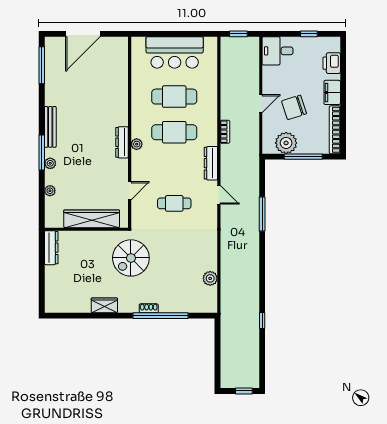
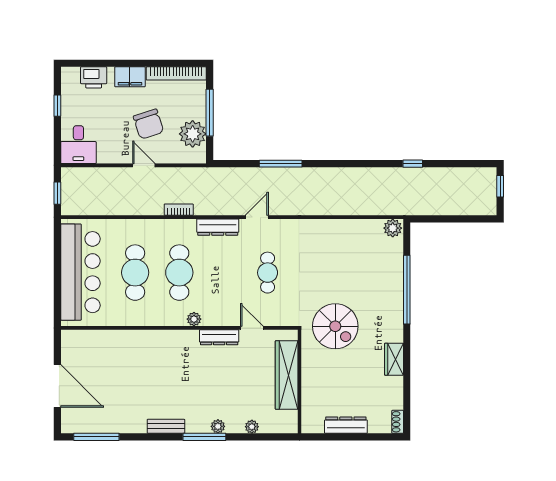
bar counter: (175, 52) -> (80, 272), width x1.36
bench: (50, 127) -> (166, 426), width x0.73
dresser: (122, 142) -> (219, 337), moved
dresser: (51, 248) -> (346, 425), moved
plant: (210, 278) -> (393, 228), moved
shoe rack: (149, 308) -> (398, 422), moved

